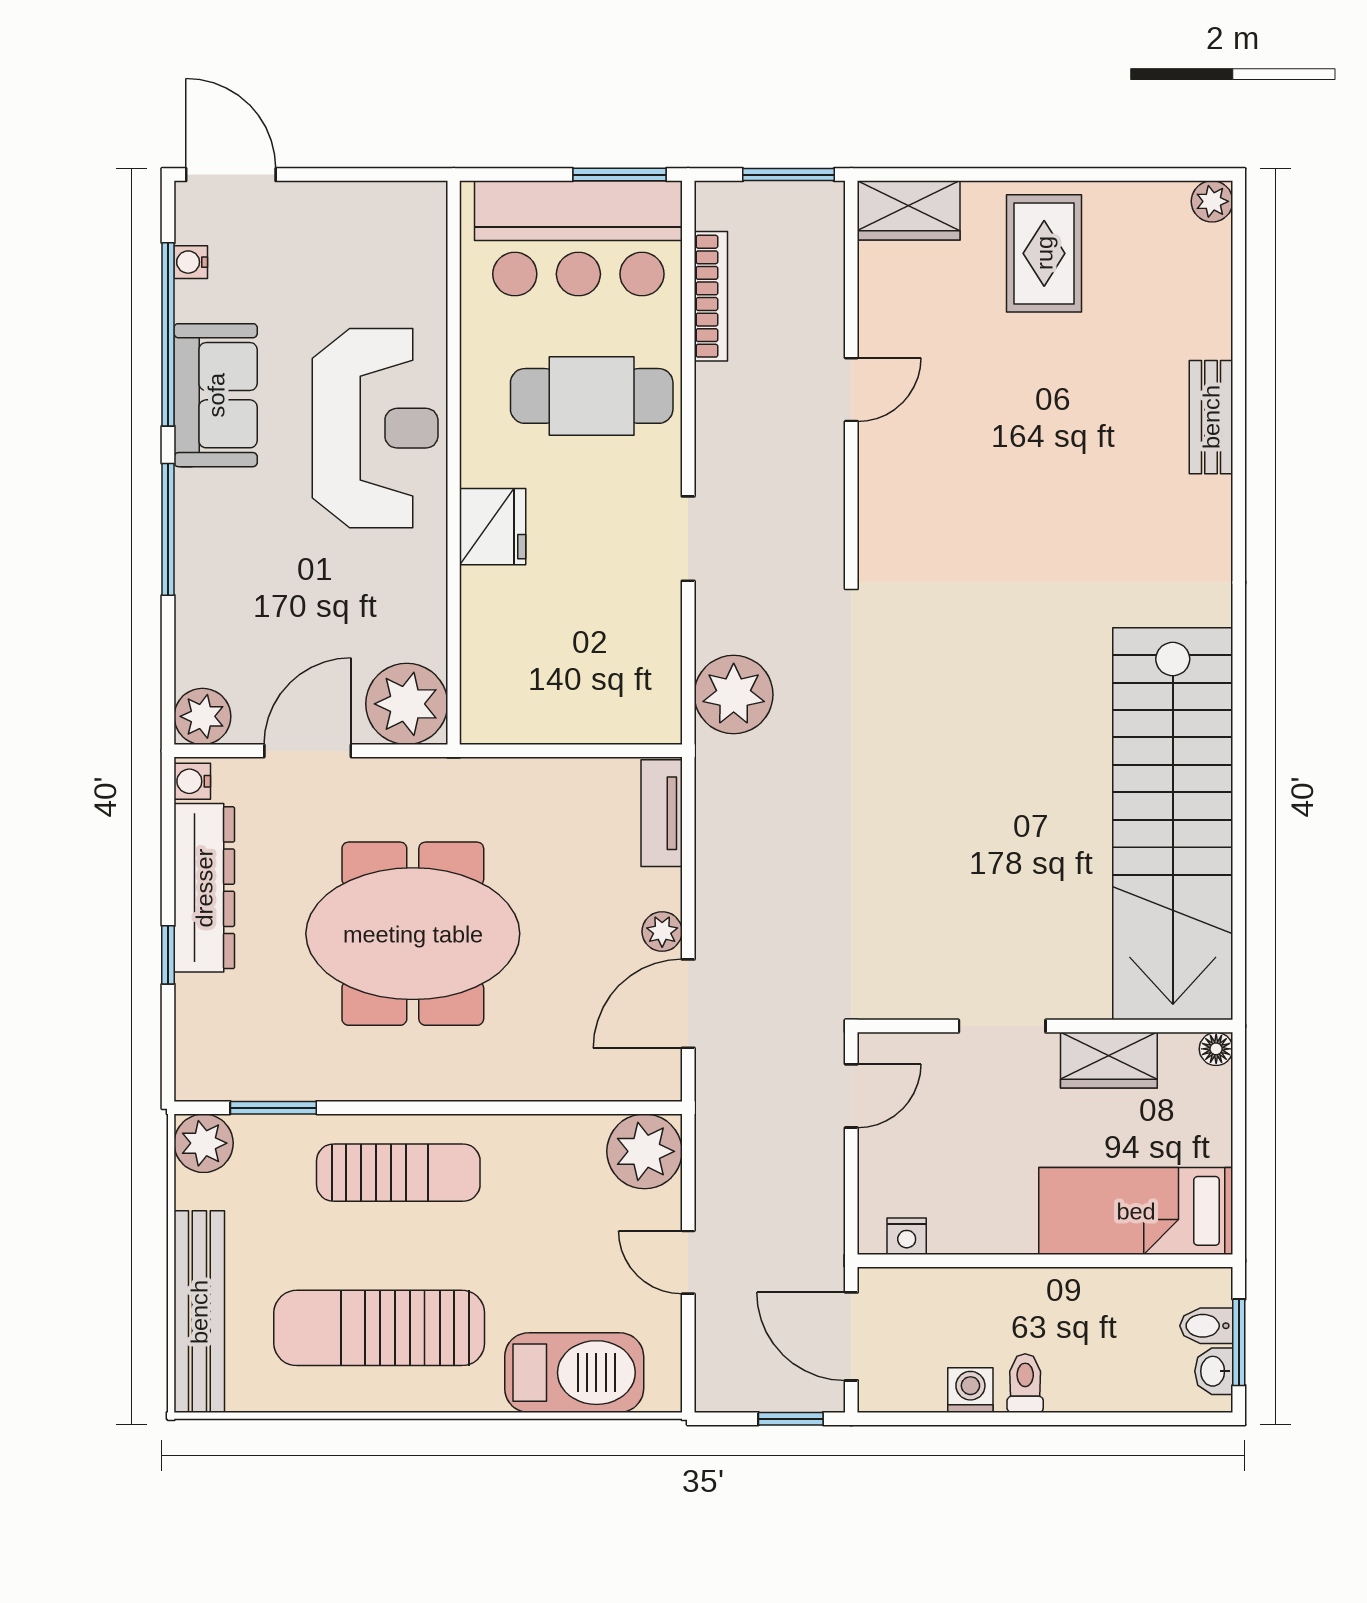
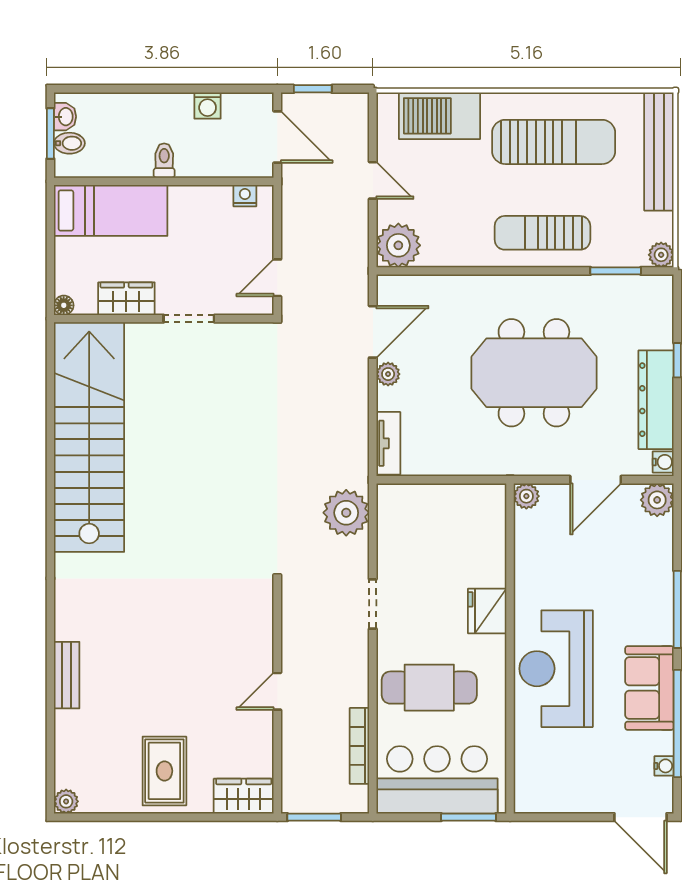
window: (619, 175) -> (468, 817), moved
plant: (407, 704) -> (526, 496), width x0.53, depth x0.53
plant: (204, 1143) -> (661, 255), width x0.73, depth x0.73
toilet: (1025, 1383) -> (164, 161), moved, turned 180

